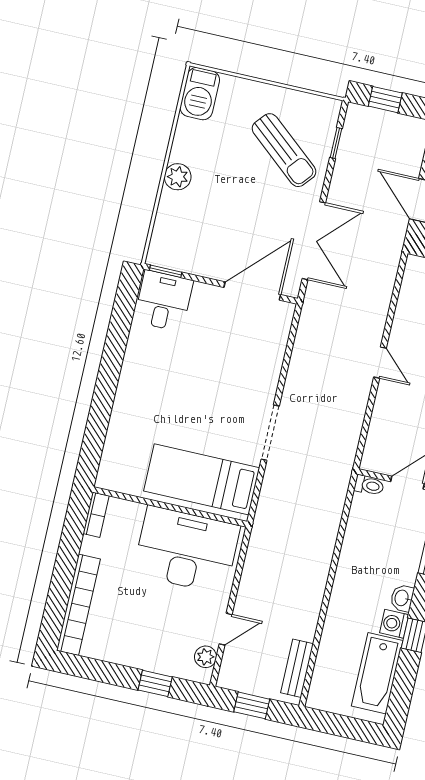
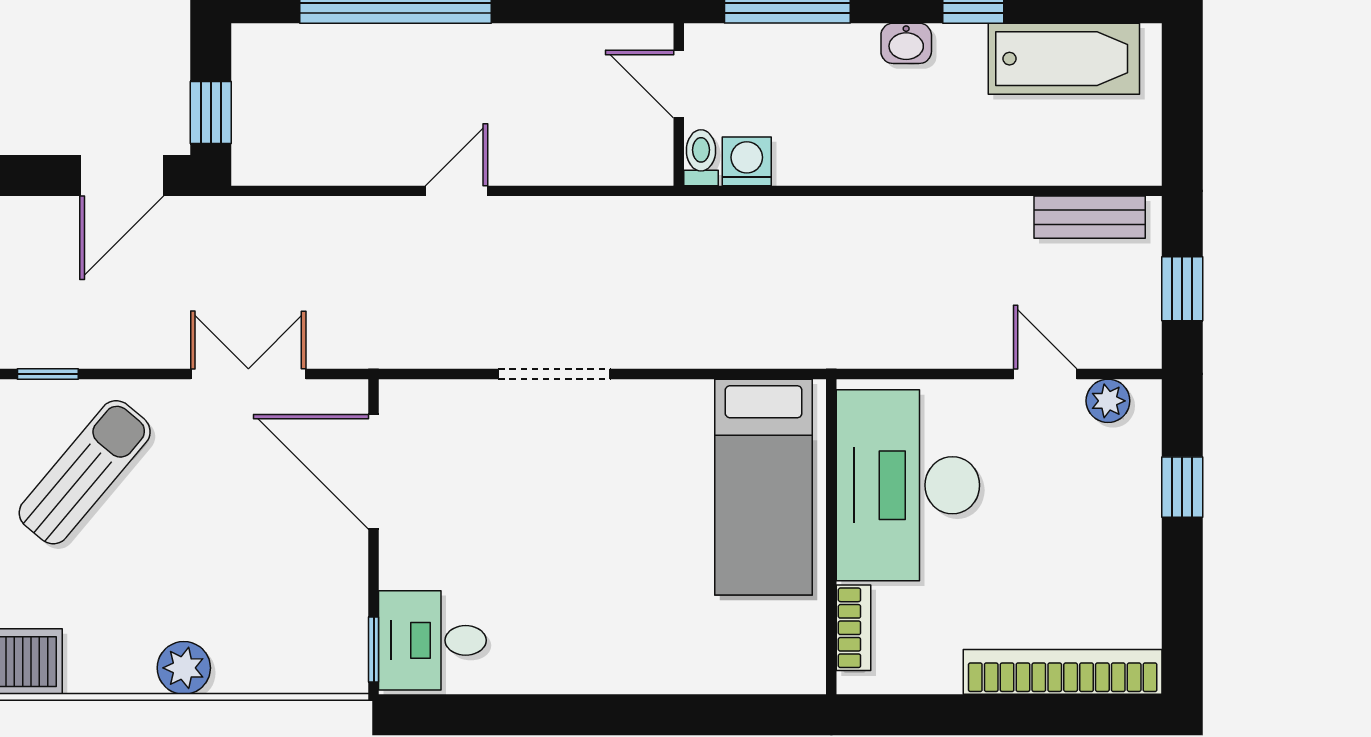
double door: (314, 241) -> (248, 374), width x0.73
doorway: (270, 433) -> (554, 374), moved
bookcase: (96, 515) -> (854, 628), moved, turned 90
washing machine: (394, 624) -> (747, 161), moved, turned 180

